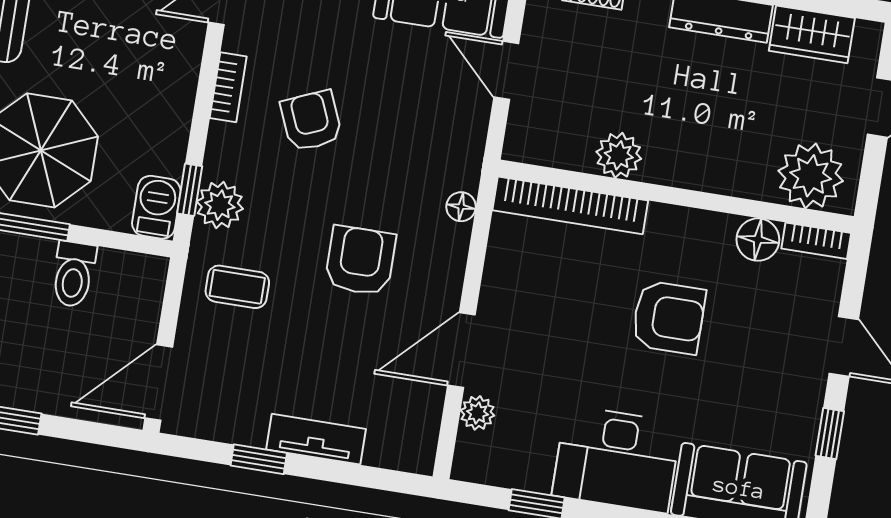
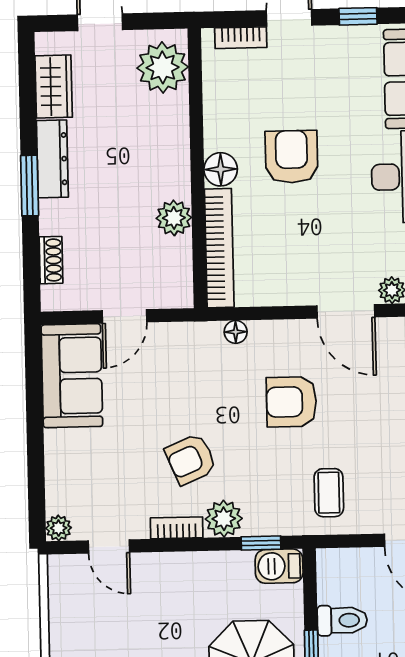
plant: (220, 205) -> (224, 519), moved
floor lamp: (758, 240) -> (221, 169), moved
bookcase: (816, 241) -> (241, 38), moved, turned 90

